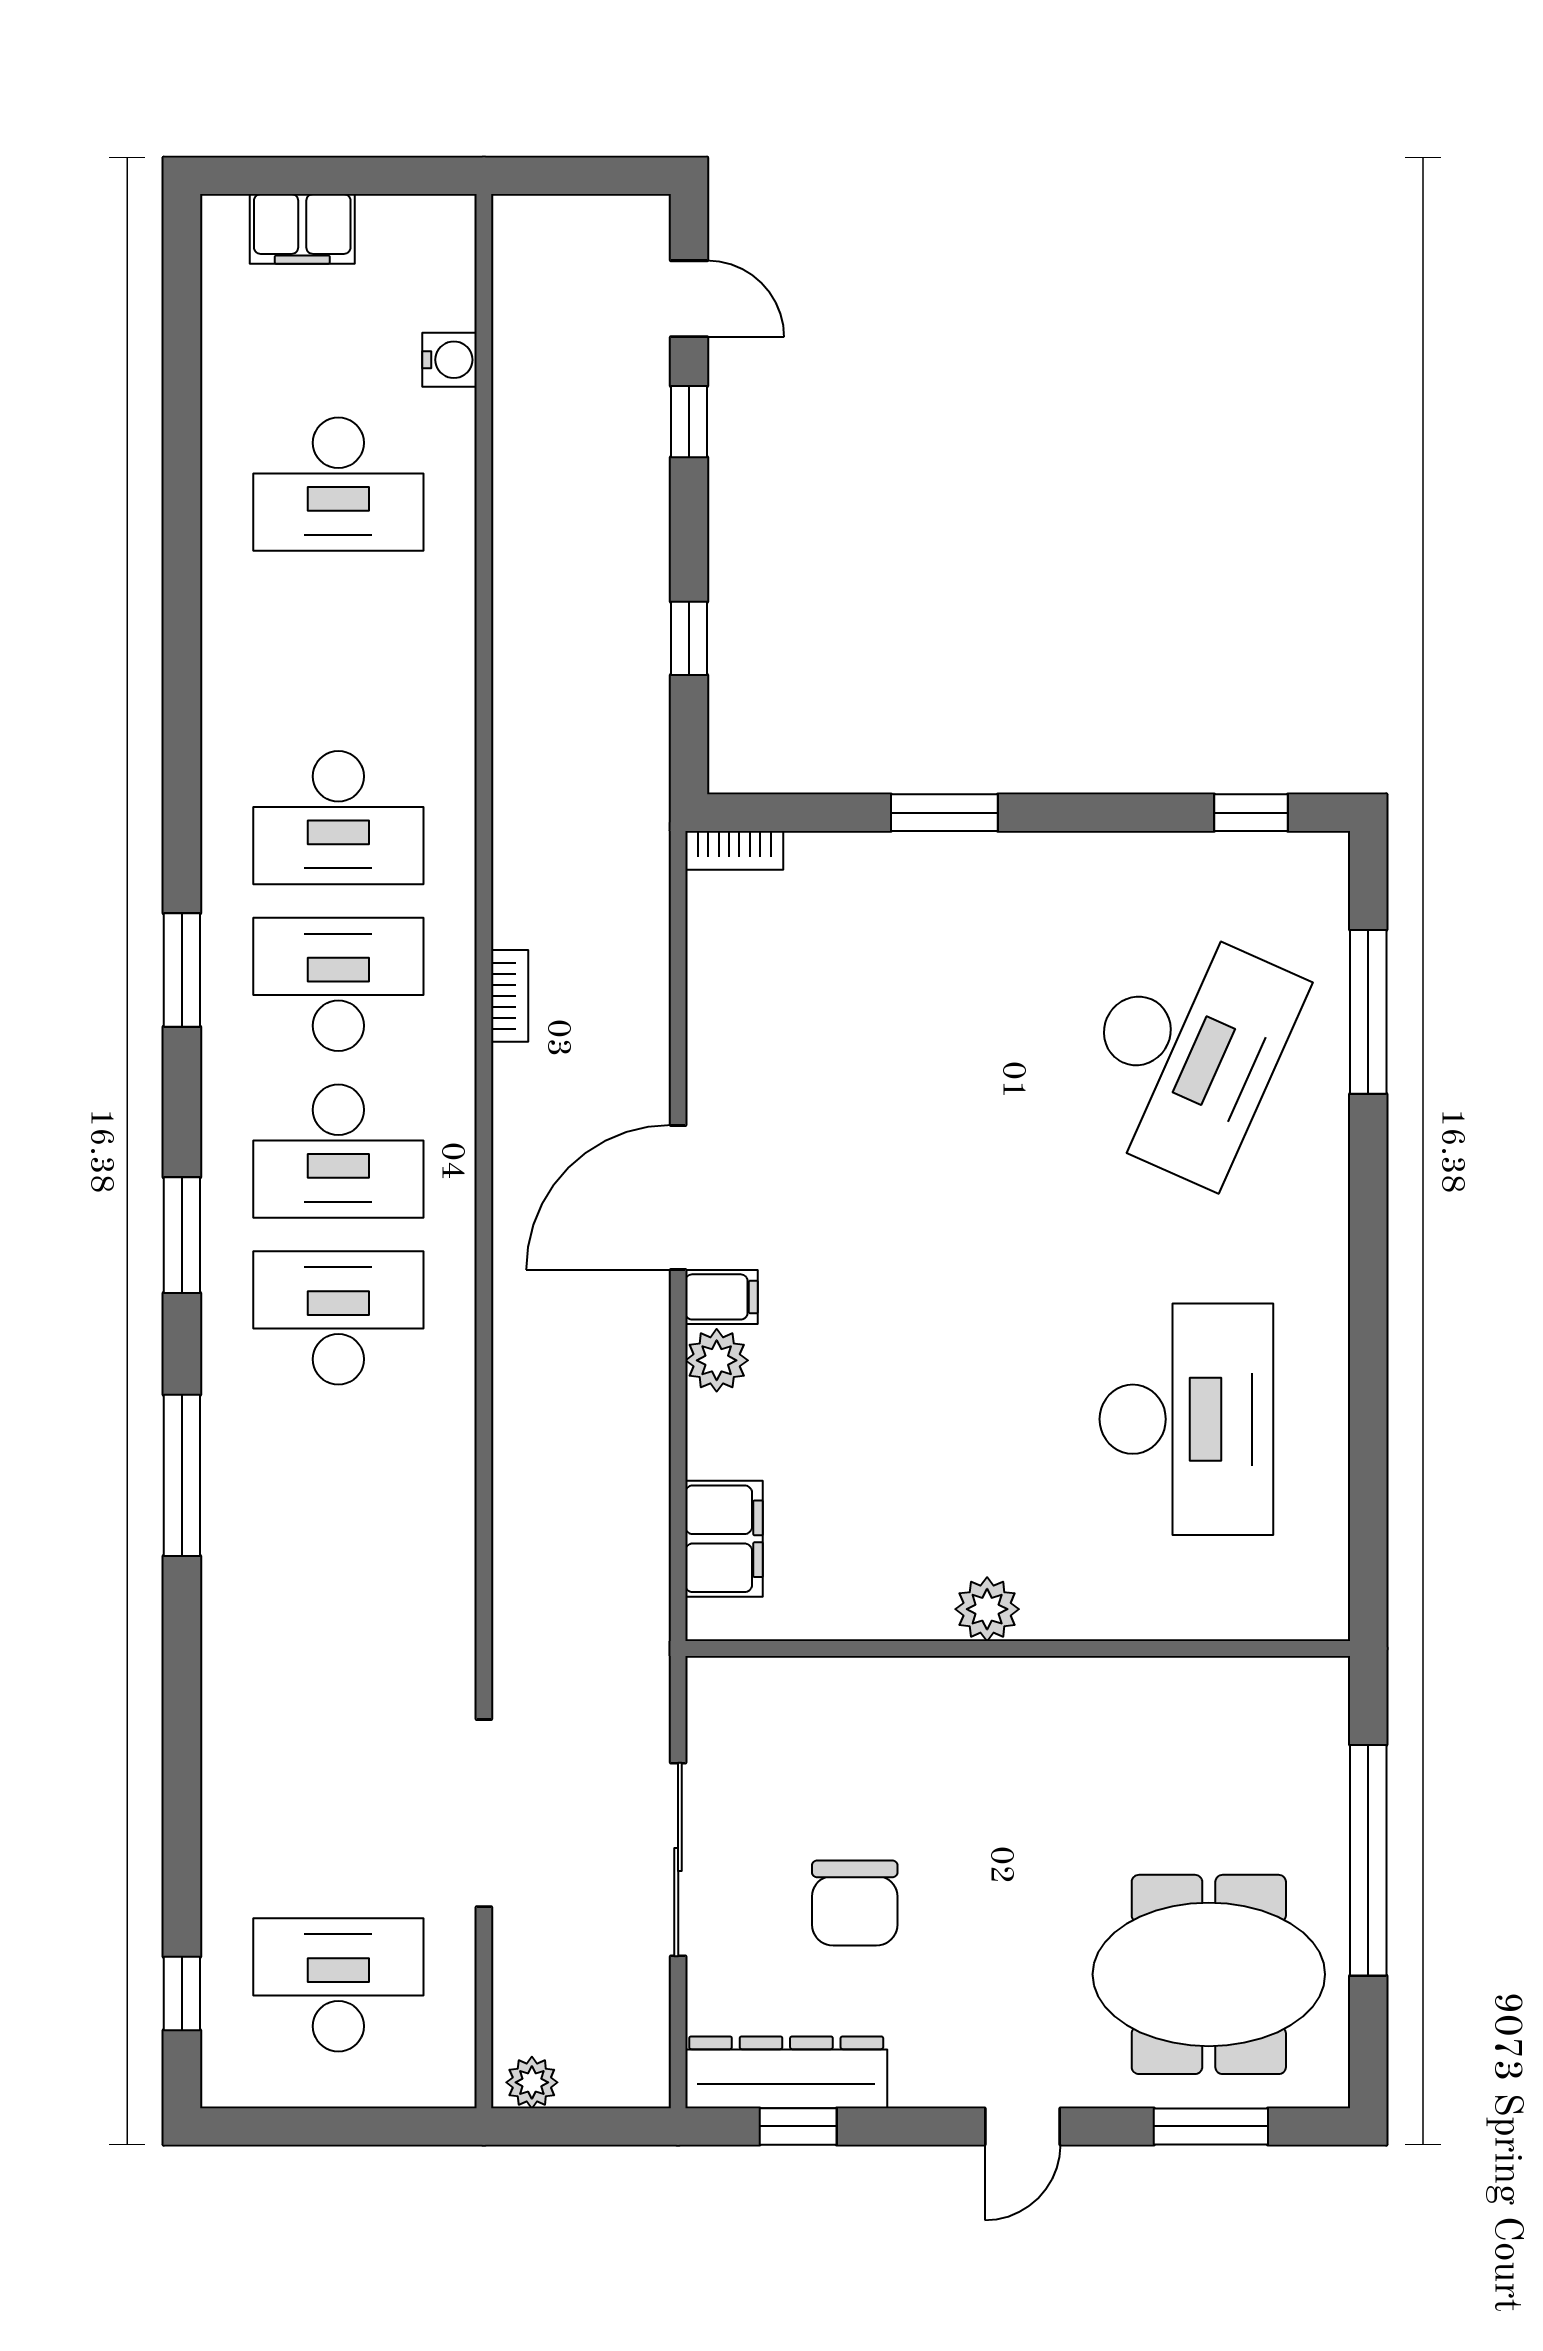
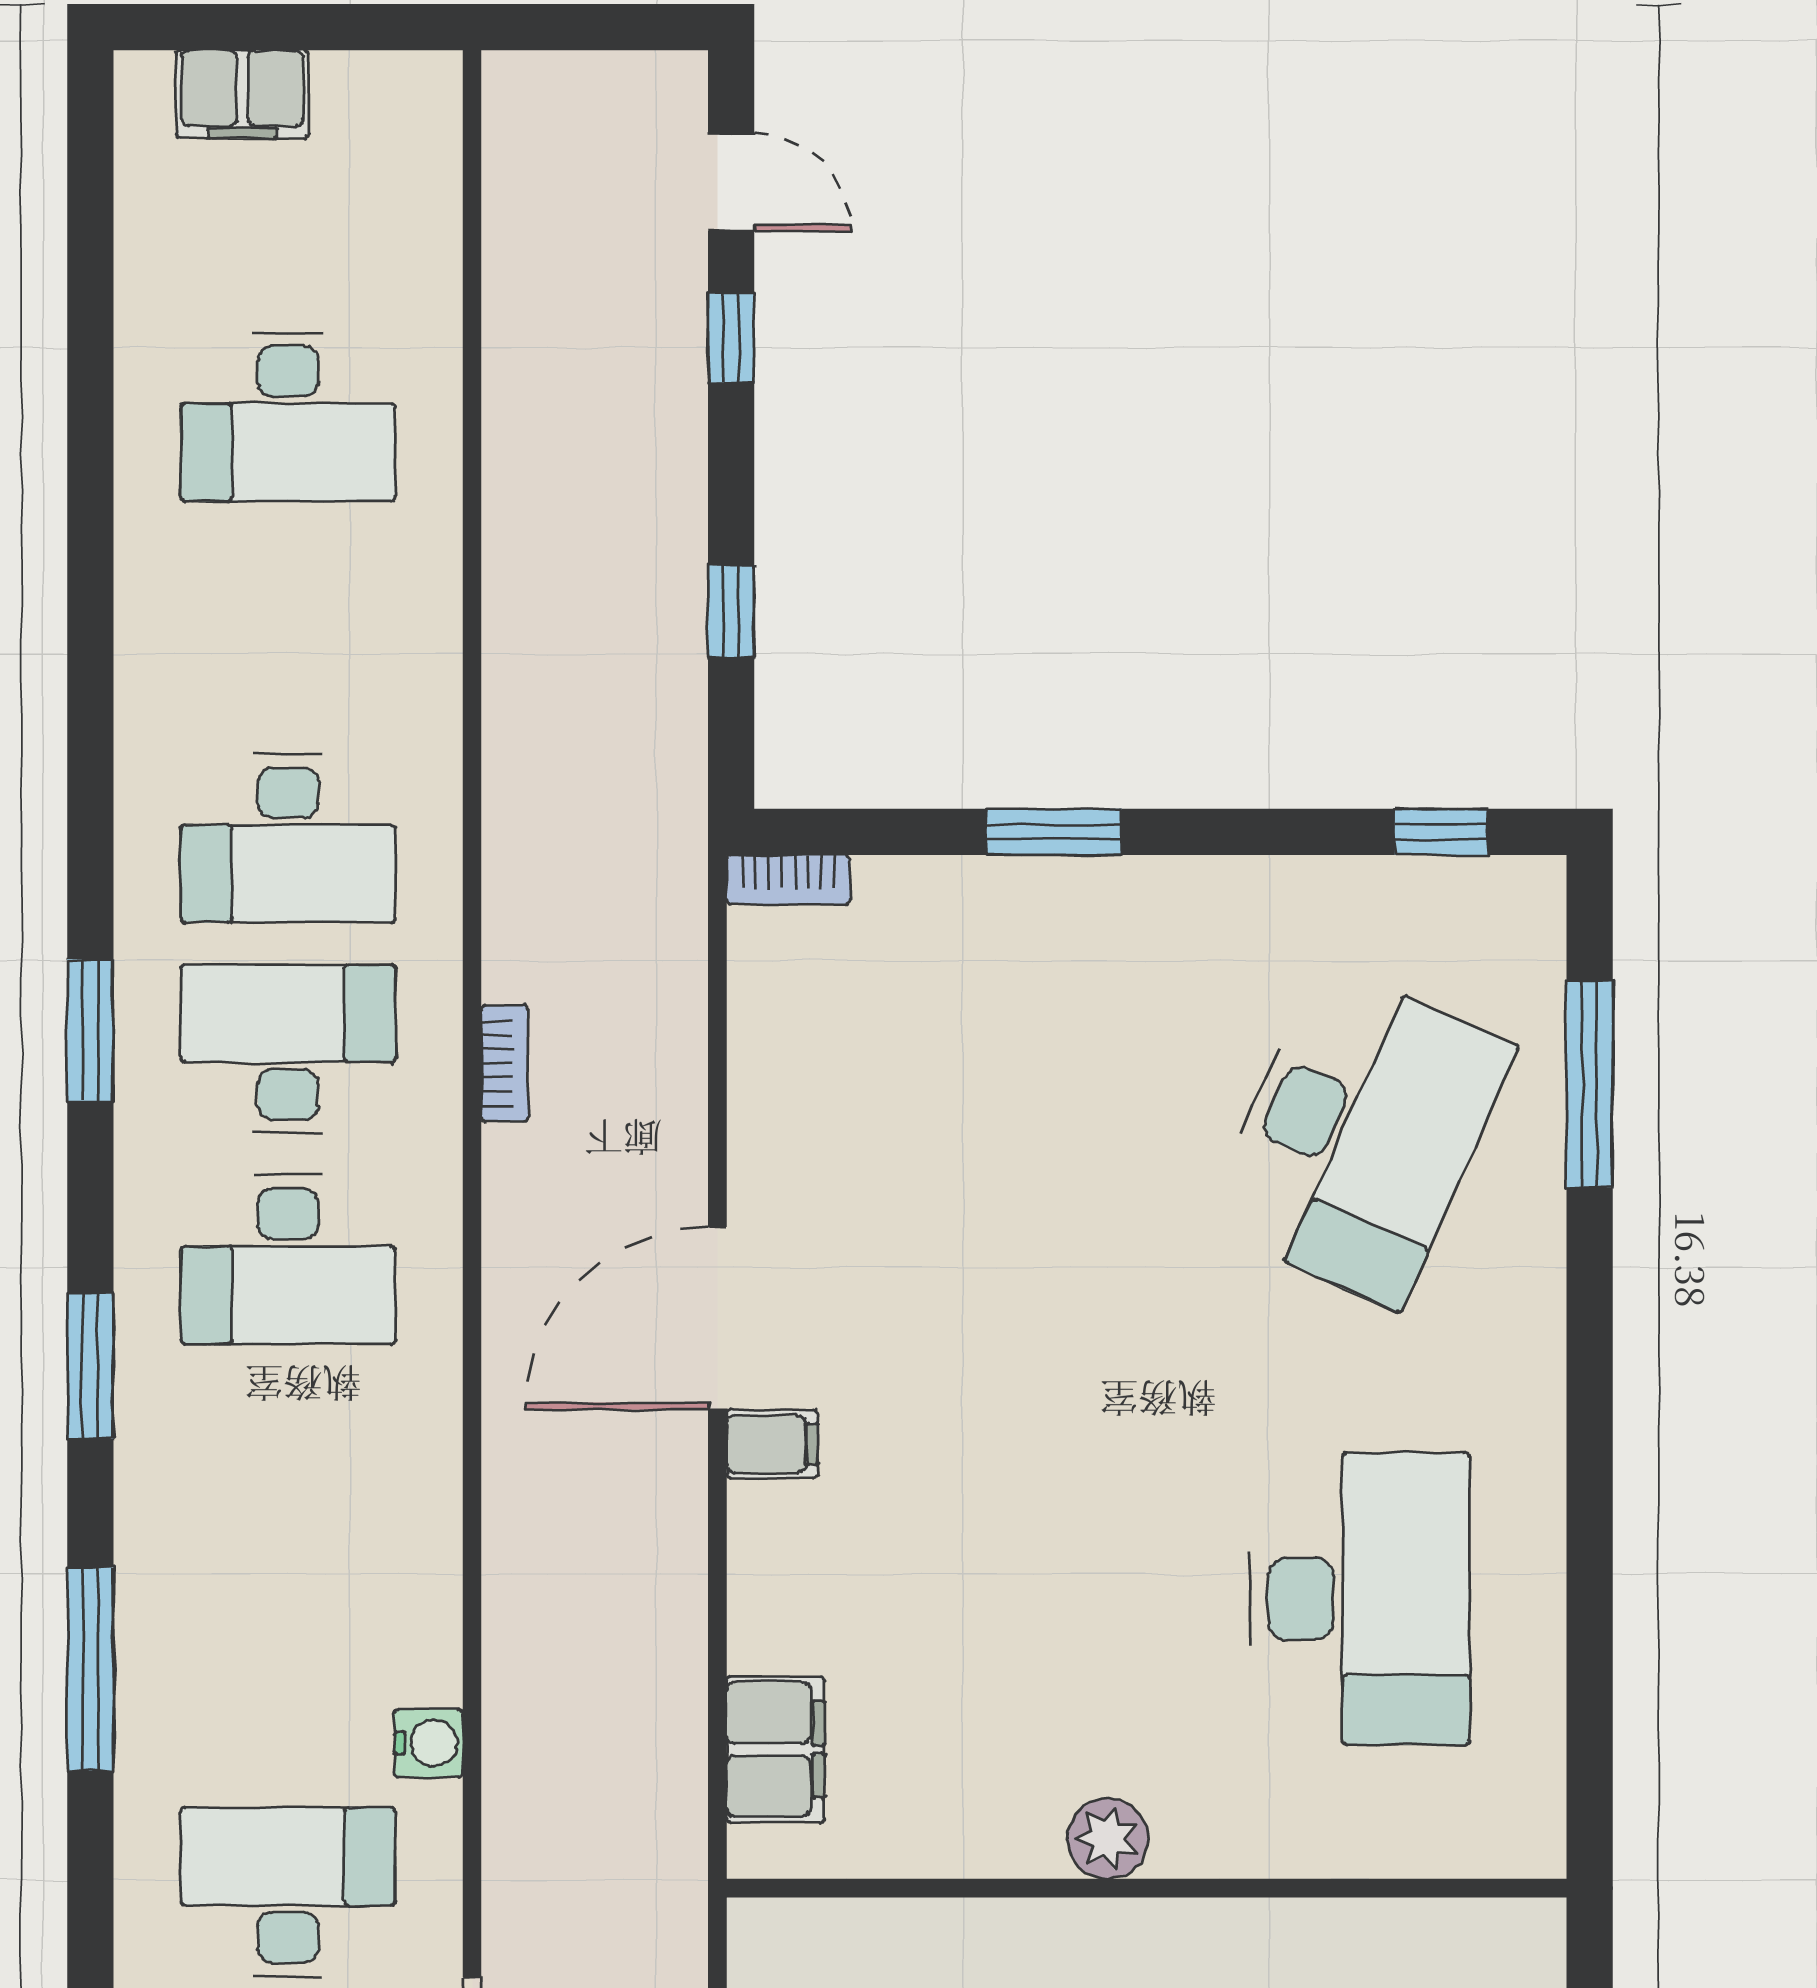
water cooler: (450, 360) -> (429, 1743), moved
desk: (338, 1318) -> (288, 1892), moved
plant: (717, 1360) -> (766, 1524), removed

